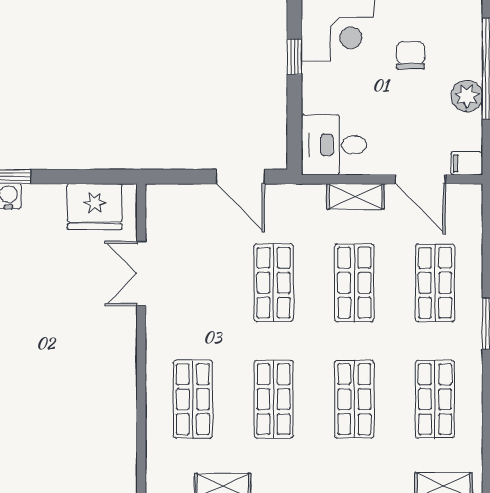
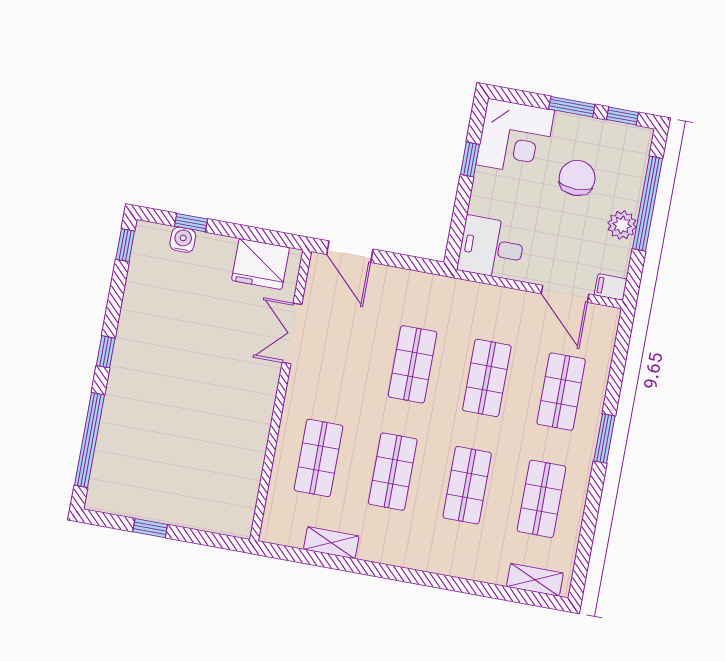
chair: (411, 55) -> (577, 178), width x1.37, depth x1.37
door: (240, 177) -> (350, 252), moved
shelving: (355, 196) -> (503, 299), removed

